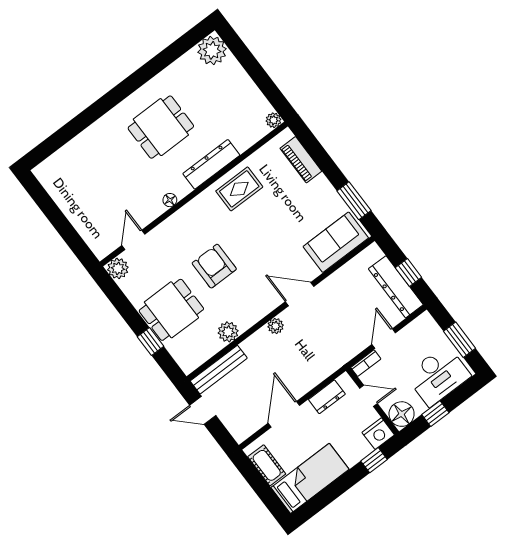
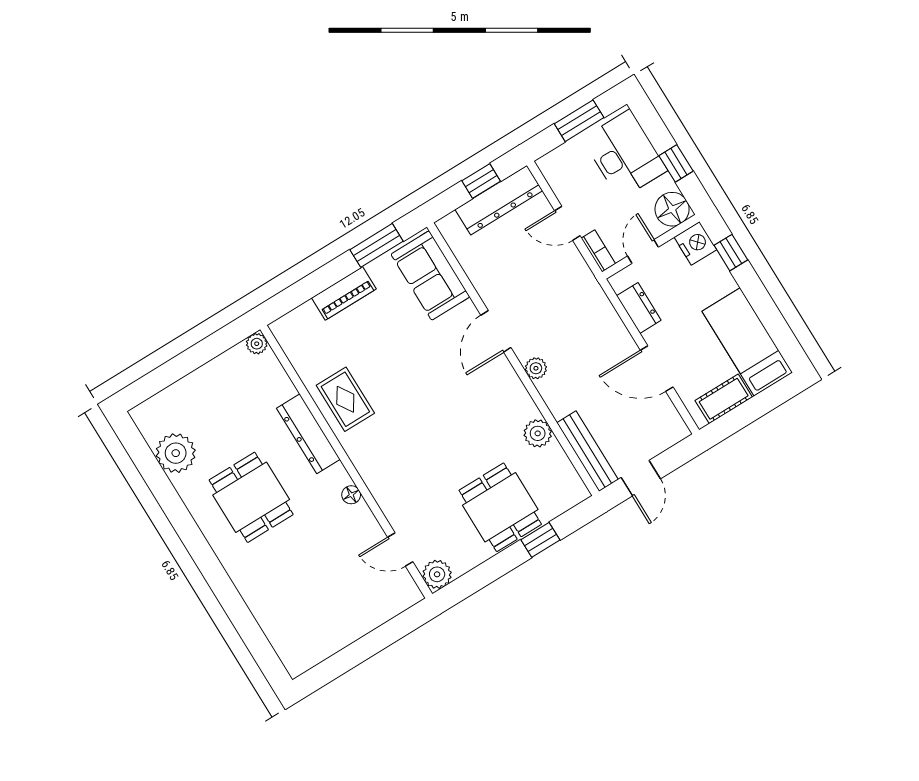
plant: (212, 50) -> (176, 453), moved
piano: (301, 160) -> (344, 293), moved
armchair: (214, 266) -> (447, 443), removed

